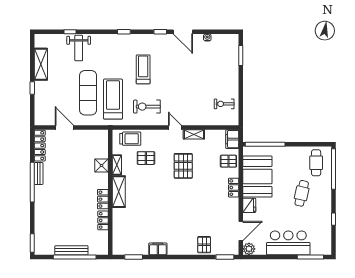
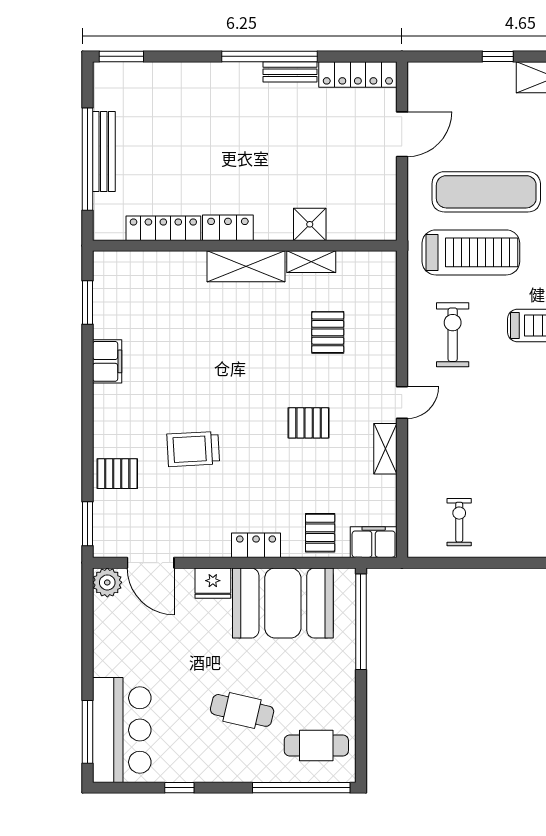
trolley: (130, 139) -> (193, 449), moved, turned 87
pallet: (183, 166) -> (309, 423), width x0.67, depth x0.71
locker: (103, 220) -> (163, 228), width x1.53
bar counter: (288, 243) -> (122, 730), moved

